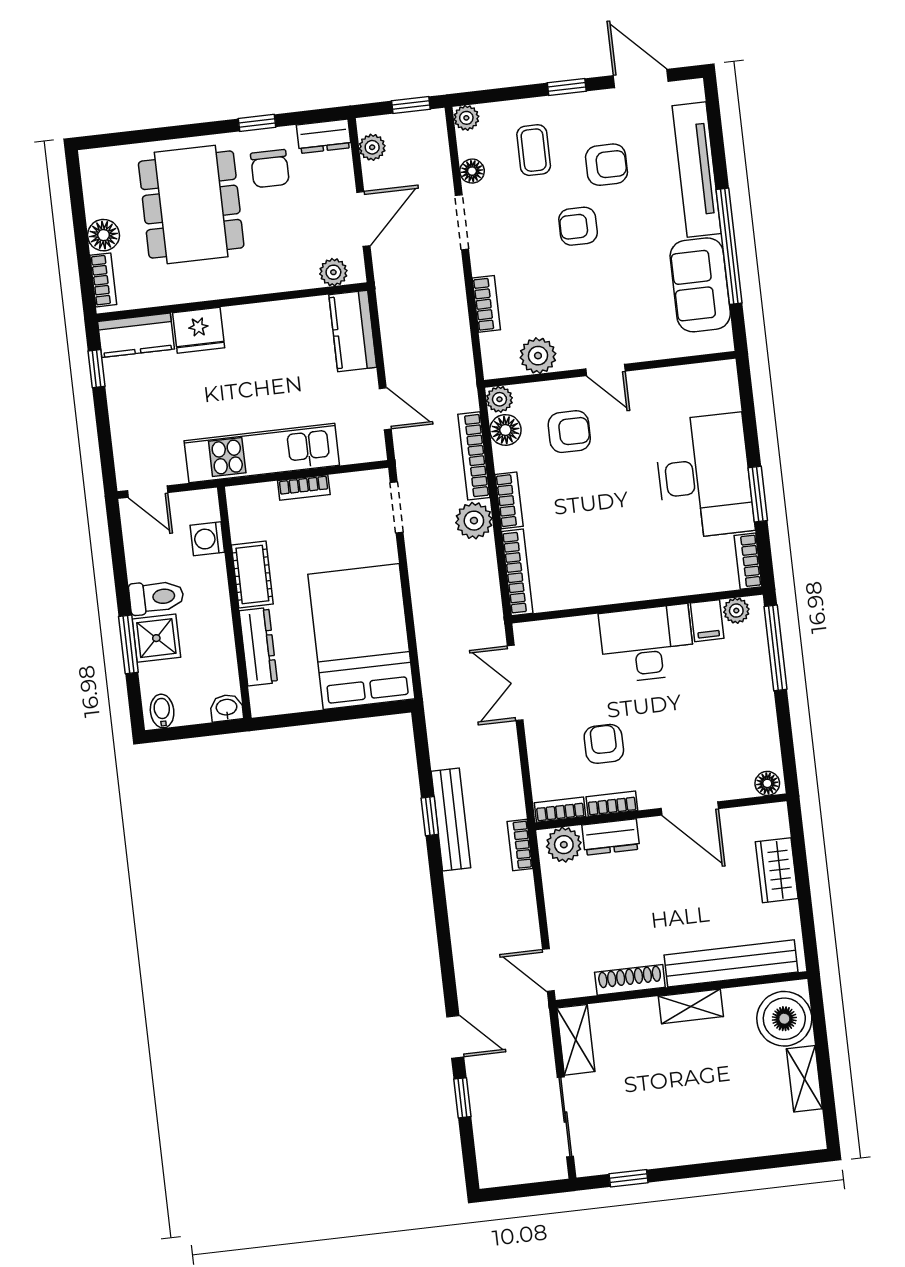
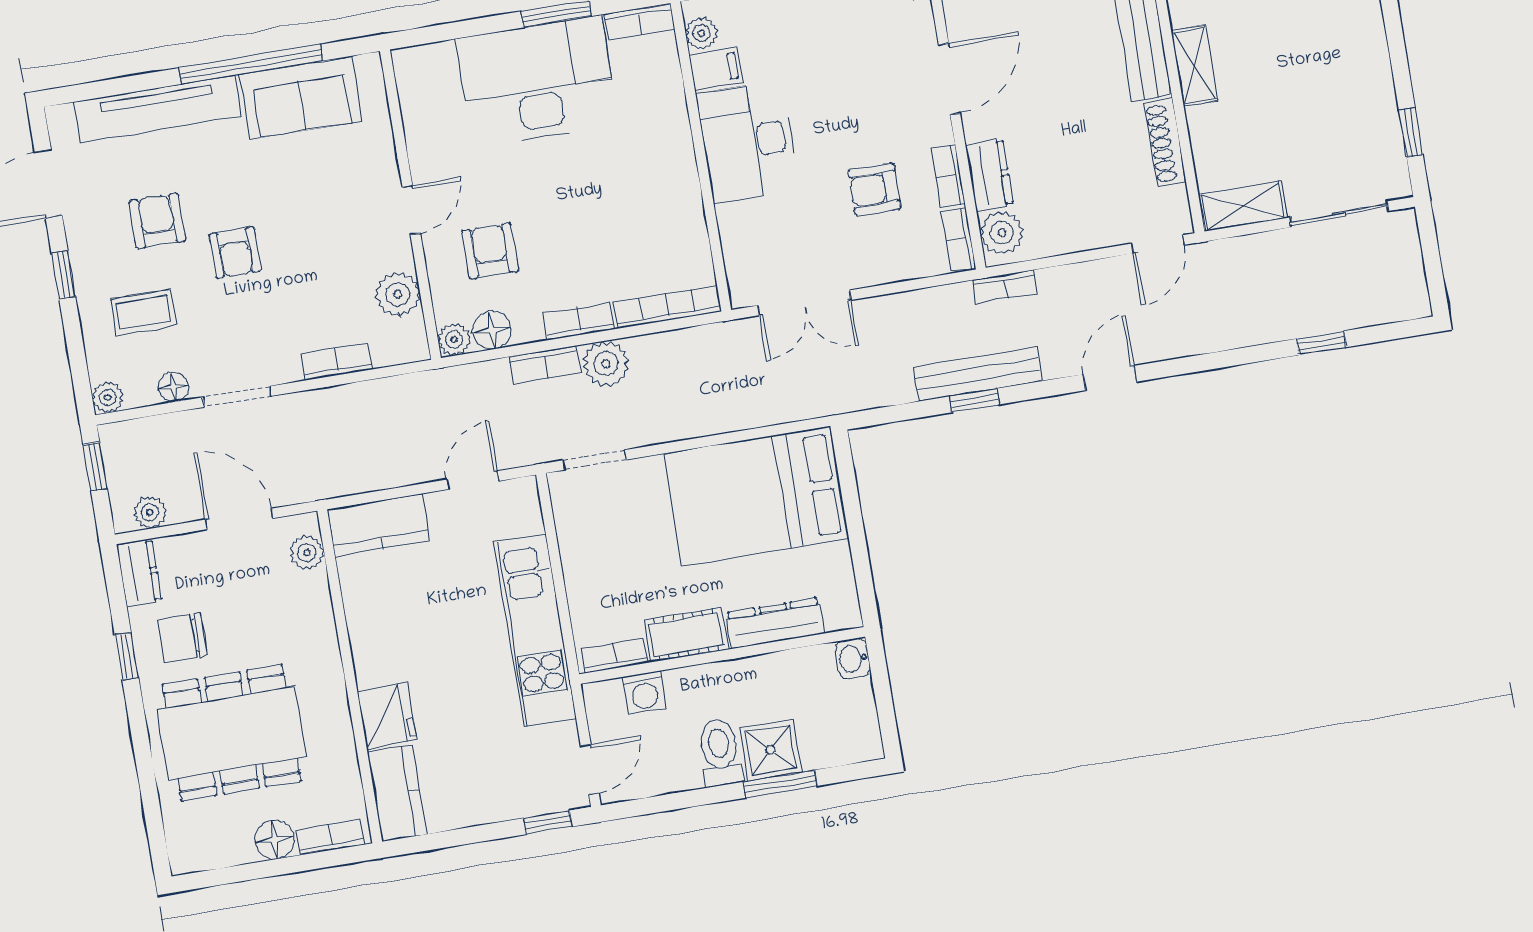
chair: (270, 169) -> (182, 638), turned 180
window: (97, 369) -> (548, 822), moved
bookcase: (474, 456) -> (545, 365), width x0.64
bookcase: (304, 488) -> (615, 656), moved, turned -90
bidet: (162, 711) -> (861, 738), removed
door: (455, 1037) -> (1110, 378), moved

